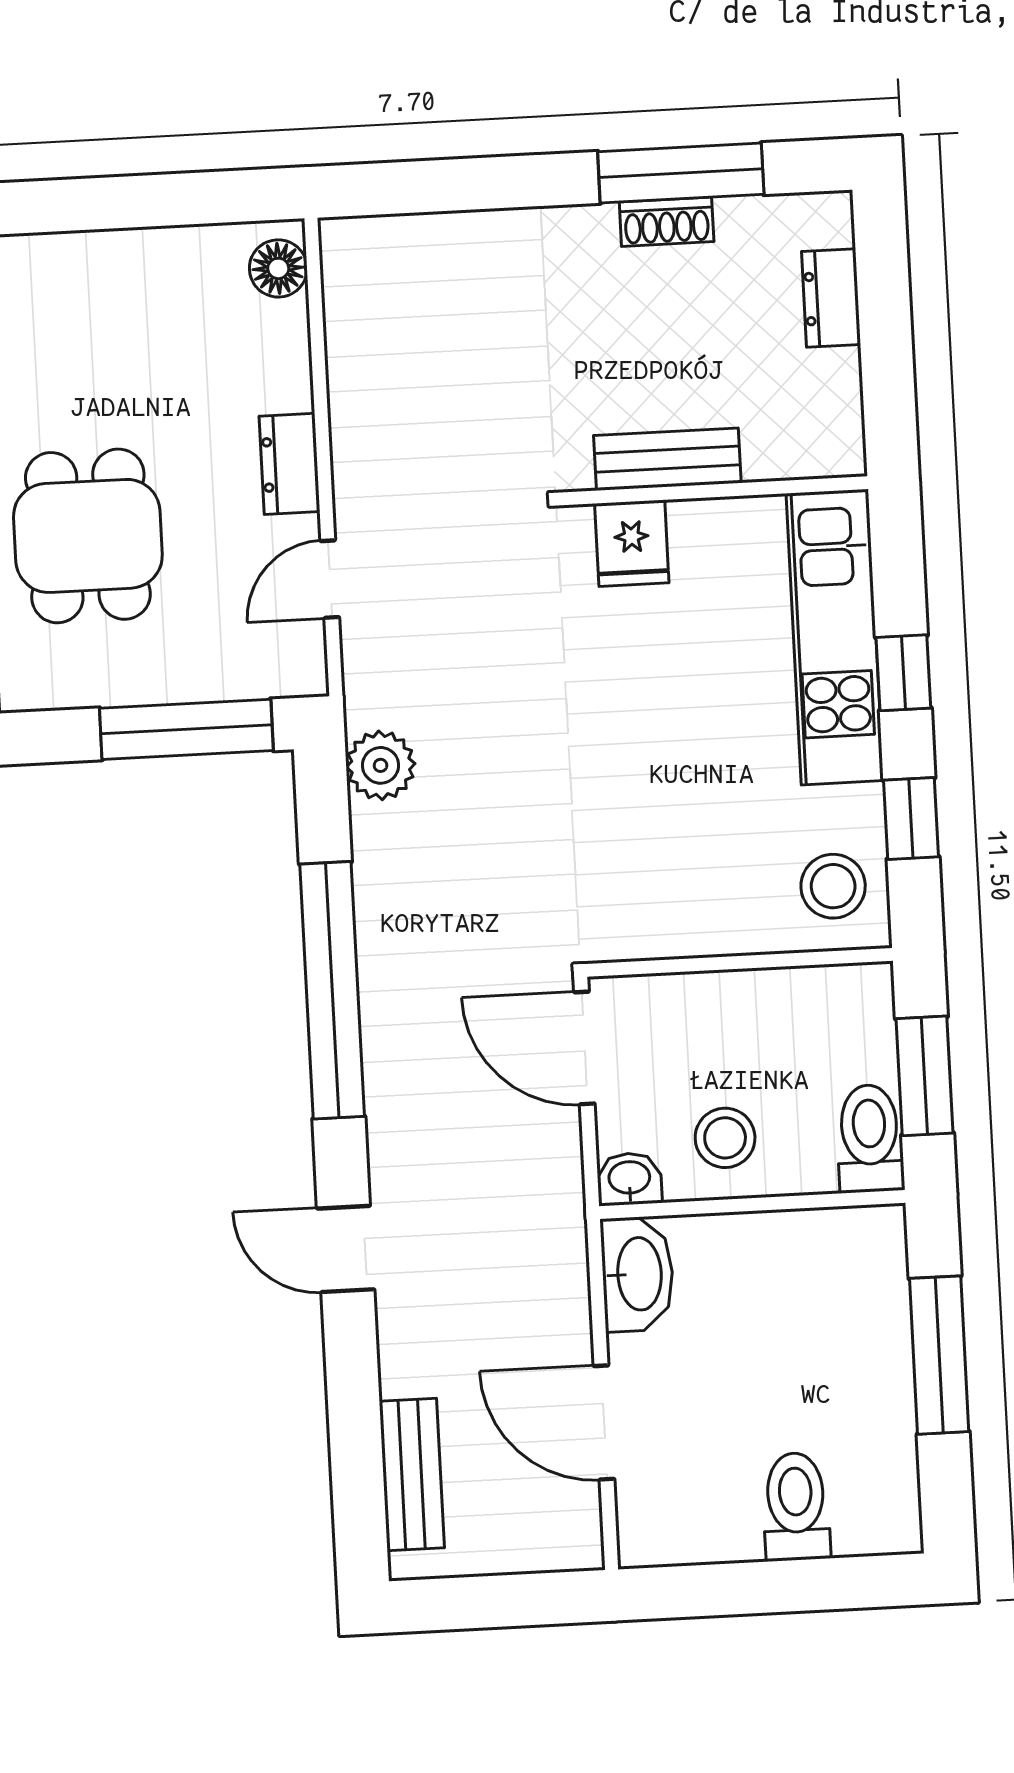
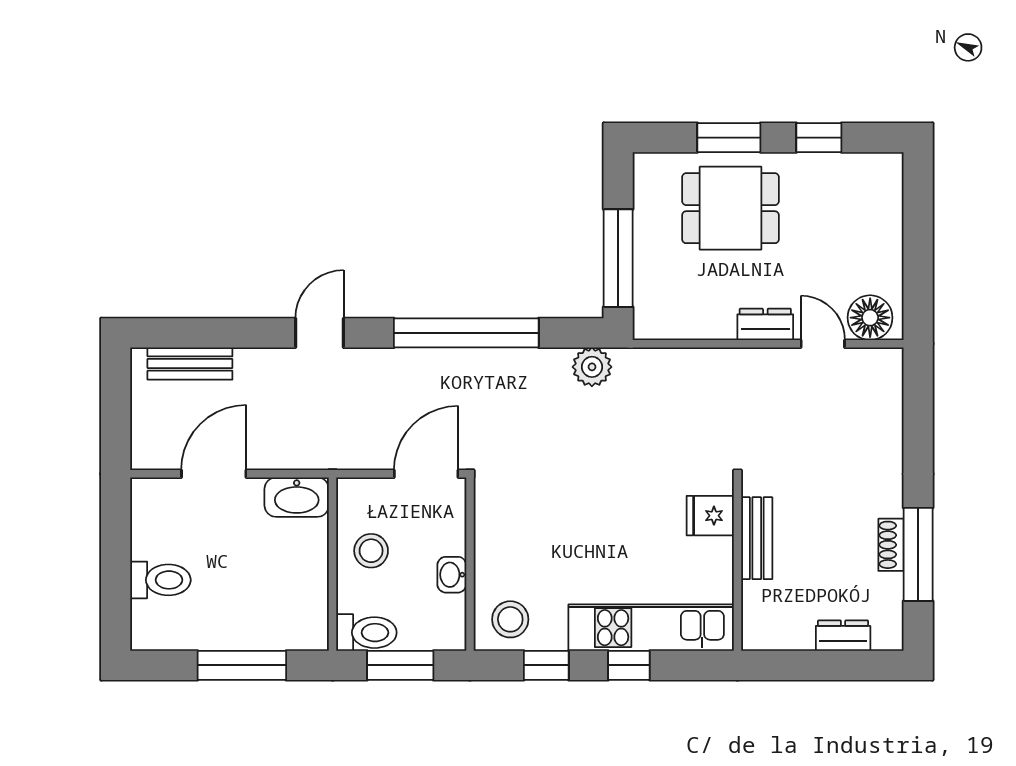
floor lamp: (278, 268) -> (870, 318), width x1.38, depth x1.38
door: (330, 579) -> (823, 344), moved
washbasin: (629, 1179) -> (452, 575), moved, turned 180

